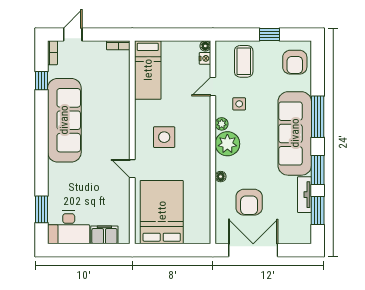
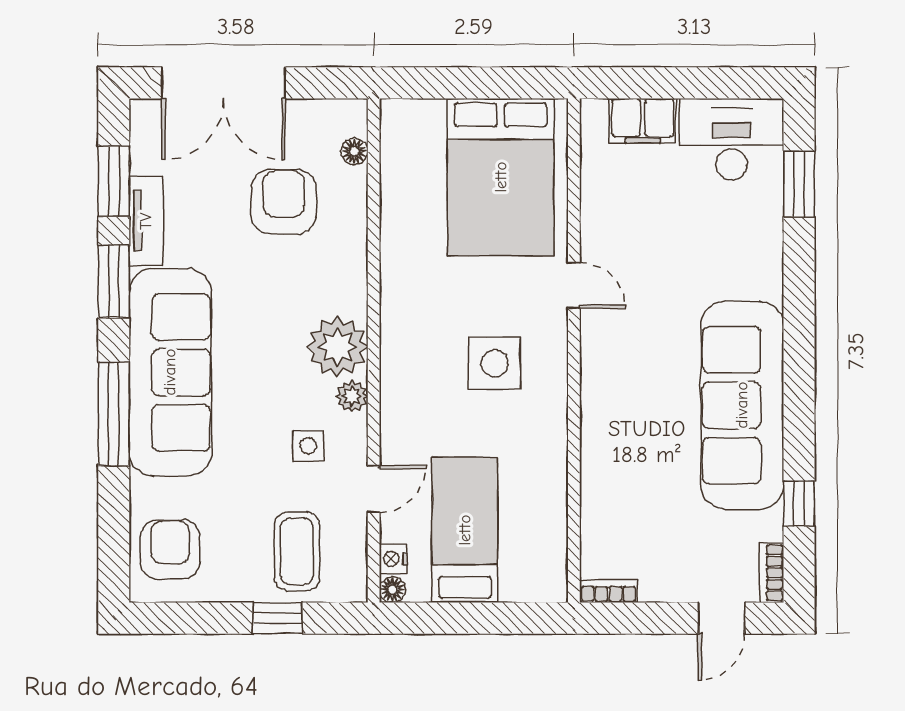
window: (270, 34) -> (277, 618), moved
bed: (148, 70) -> (465, 530), moved
floor lamp: (221, 177) -> (354, 151), moved
double door: (253, 250) -> (223, 83), moved

